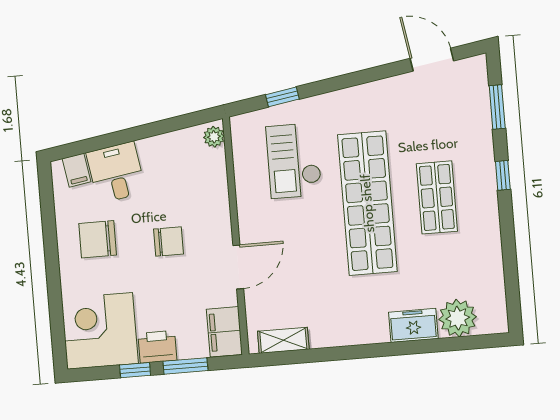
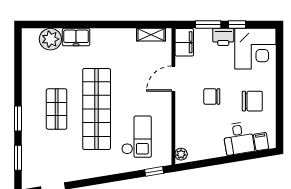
window: (282, 97) -> (154, 171), moved
window: (503, 175) -> (18, 118), width x1.50

